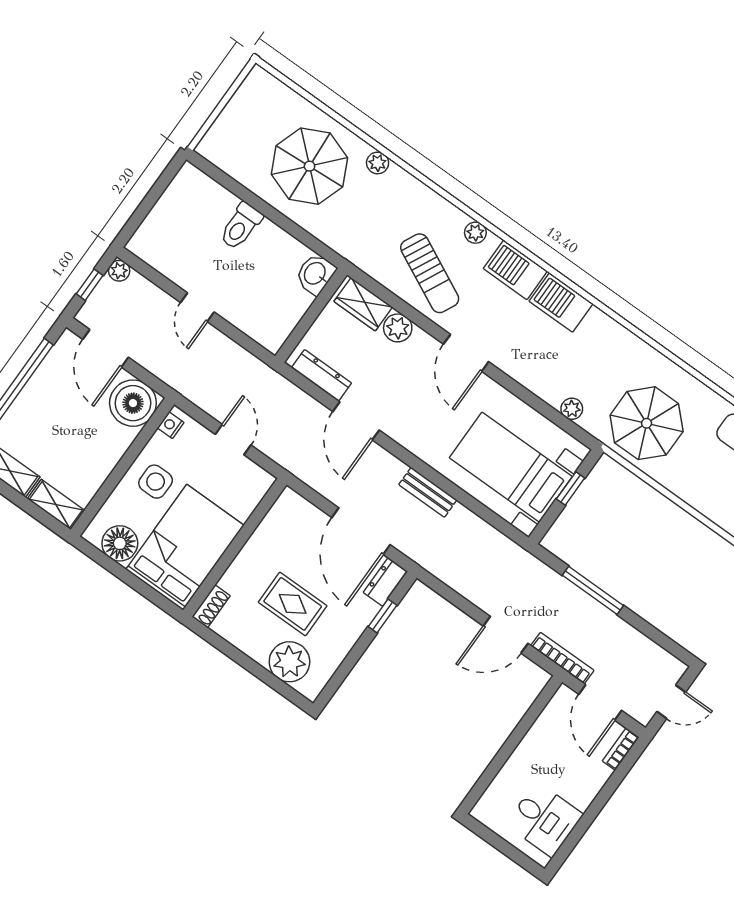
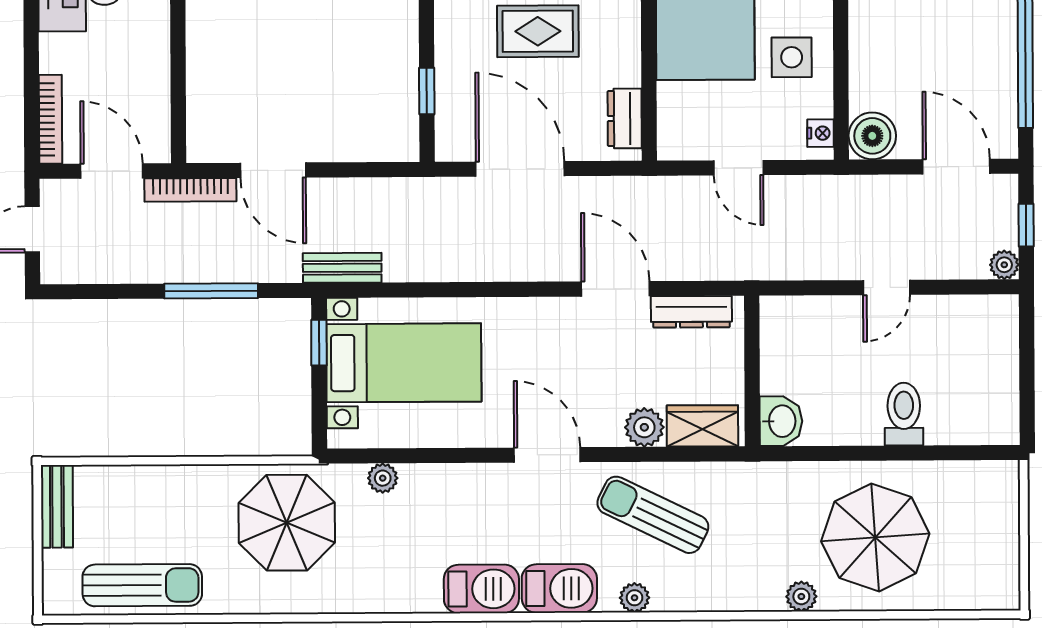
door: (197, 307) -> (886, 287), swing flipped
boiler: (133, 403) -> (872, 136), width x0.73, depth x0.73
window: (571, 489) -> (319, 343), moved
bench: (428, 492) -> (342, 268), moved
dresser: (385, 582) -> (625, 118), moved, turned 180
door: (506, 635) -> (273, 170), swing flipped
bookcase: (621, 749) -> (51, 119), width x1.56

